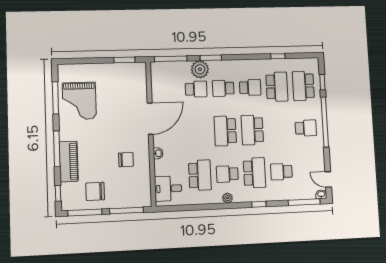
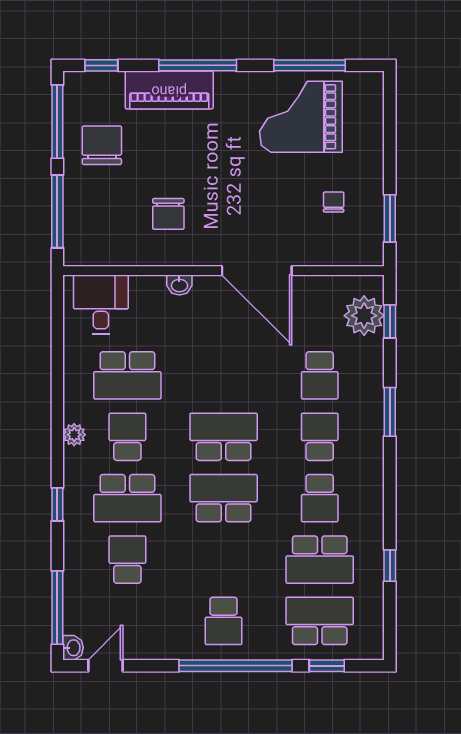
window: (171, 59) -> (390, 321), width x0.46
plant: (200, 69) -> (364, 316), moved
chair: (118, 85) -> (334, 202), added

